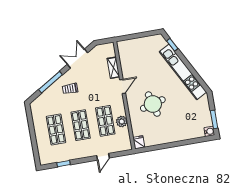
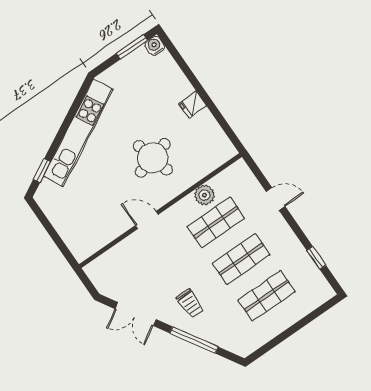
shelving: (113, 68) -> (123, 249), removed
fridge: (139, 142) -> (193, 105), moved

